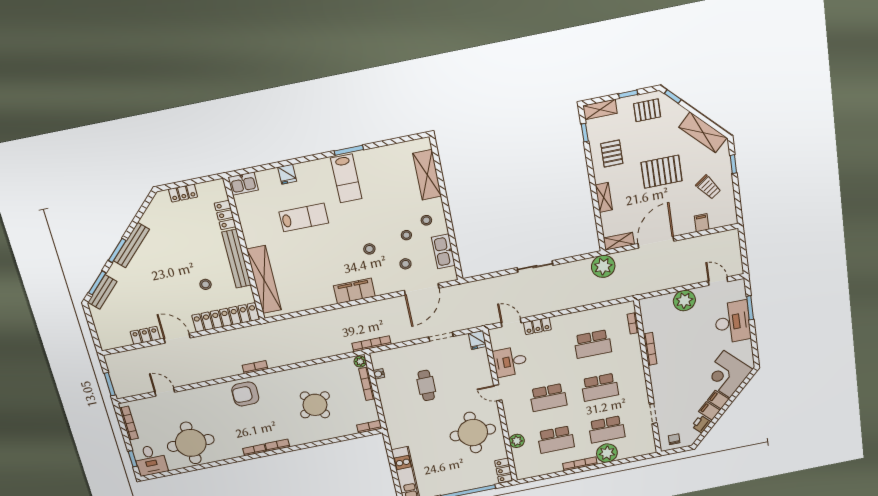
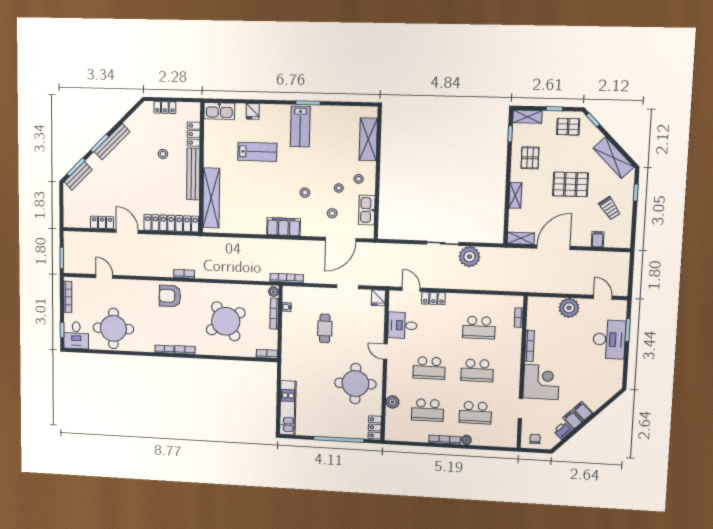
kitchen sink: (243, 184) -> (219, 111), width x1.38
plant: (603, 266) -> (469, 257), moved
stool: (206, 284) -> (163, 154), moved
corner desk: (727, 374) -> (541, 382), moved, turned 135
round table: (315, 405) -> (226, 321), width x1.36, depth x1.36
plant: (607, 453) -> (466, 440), width x0.53, depth x0.53

